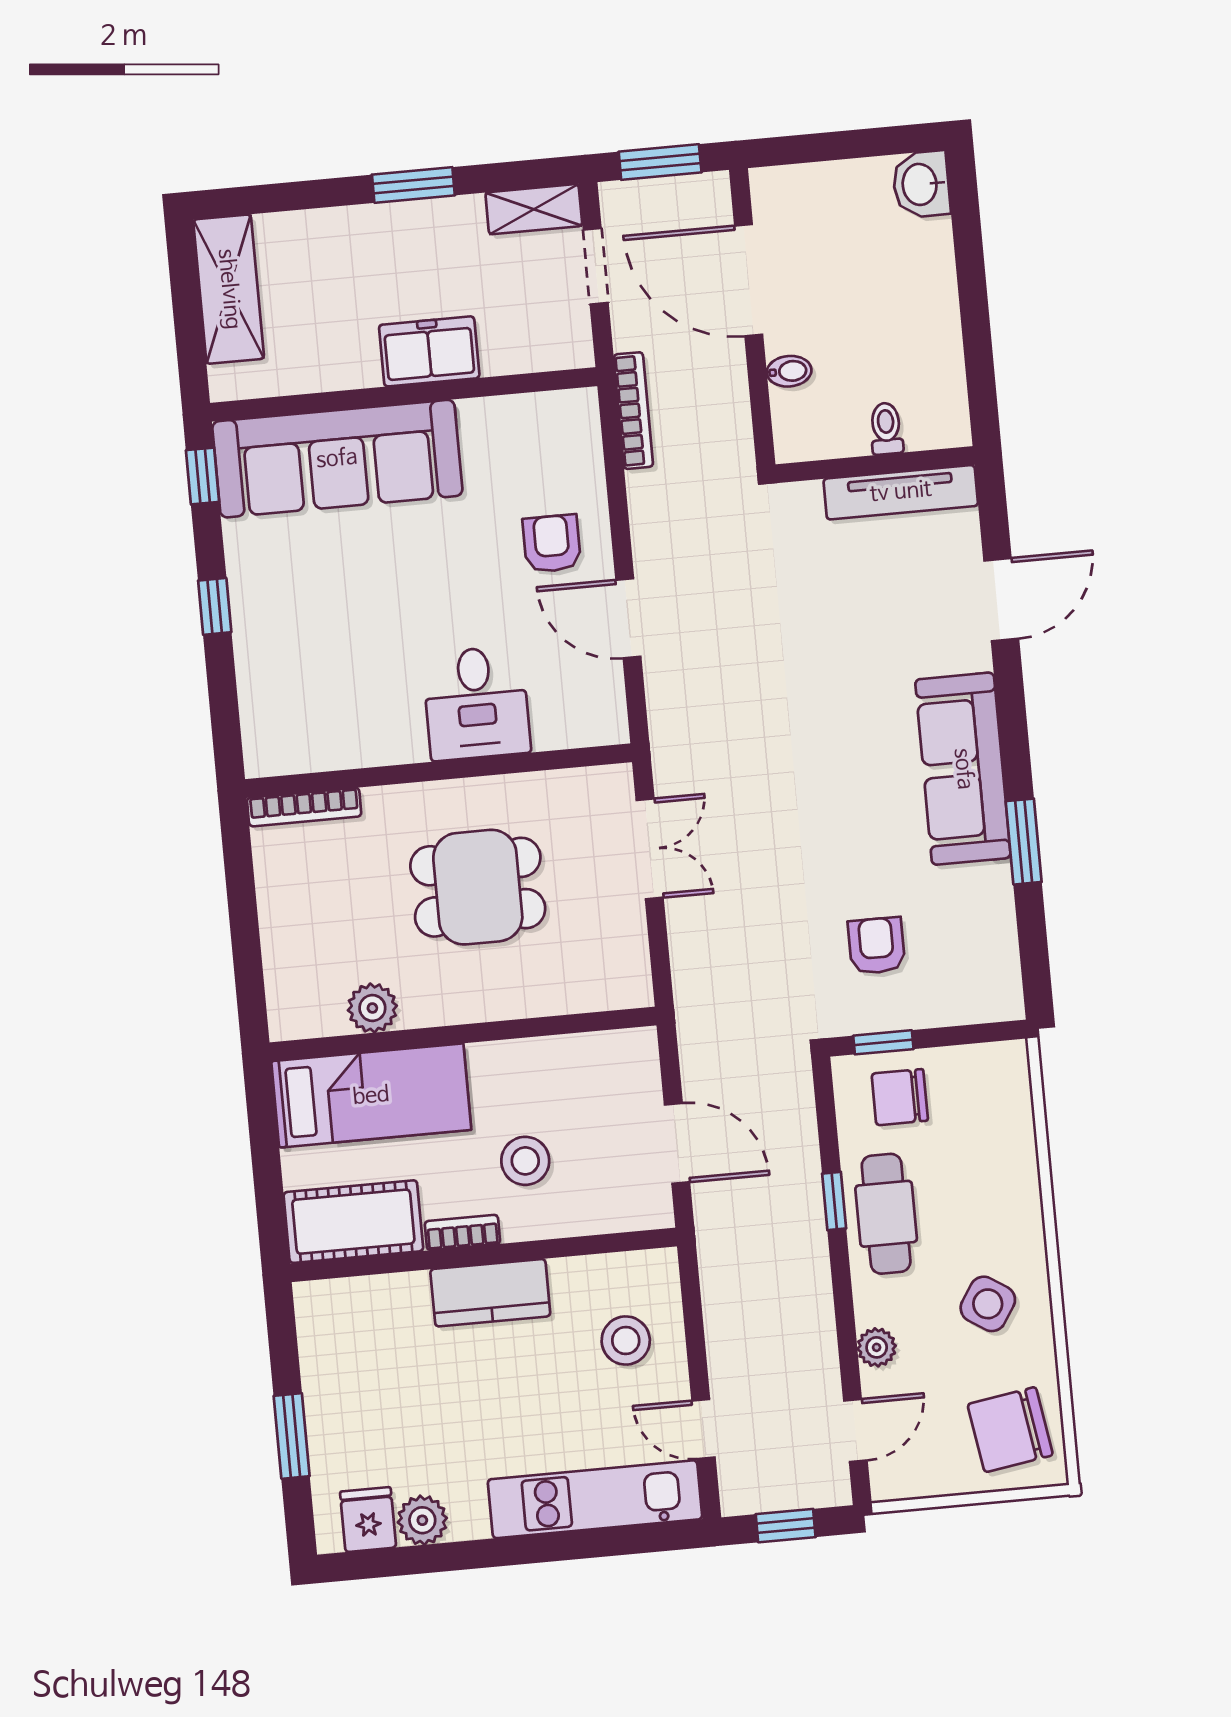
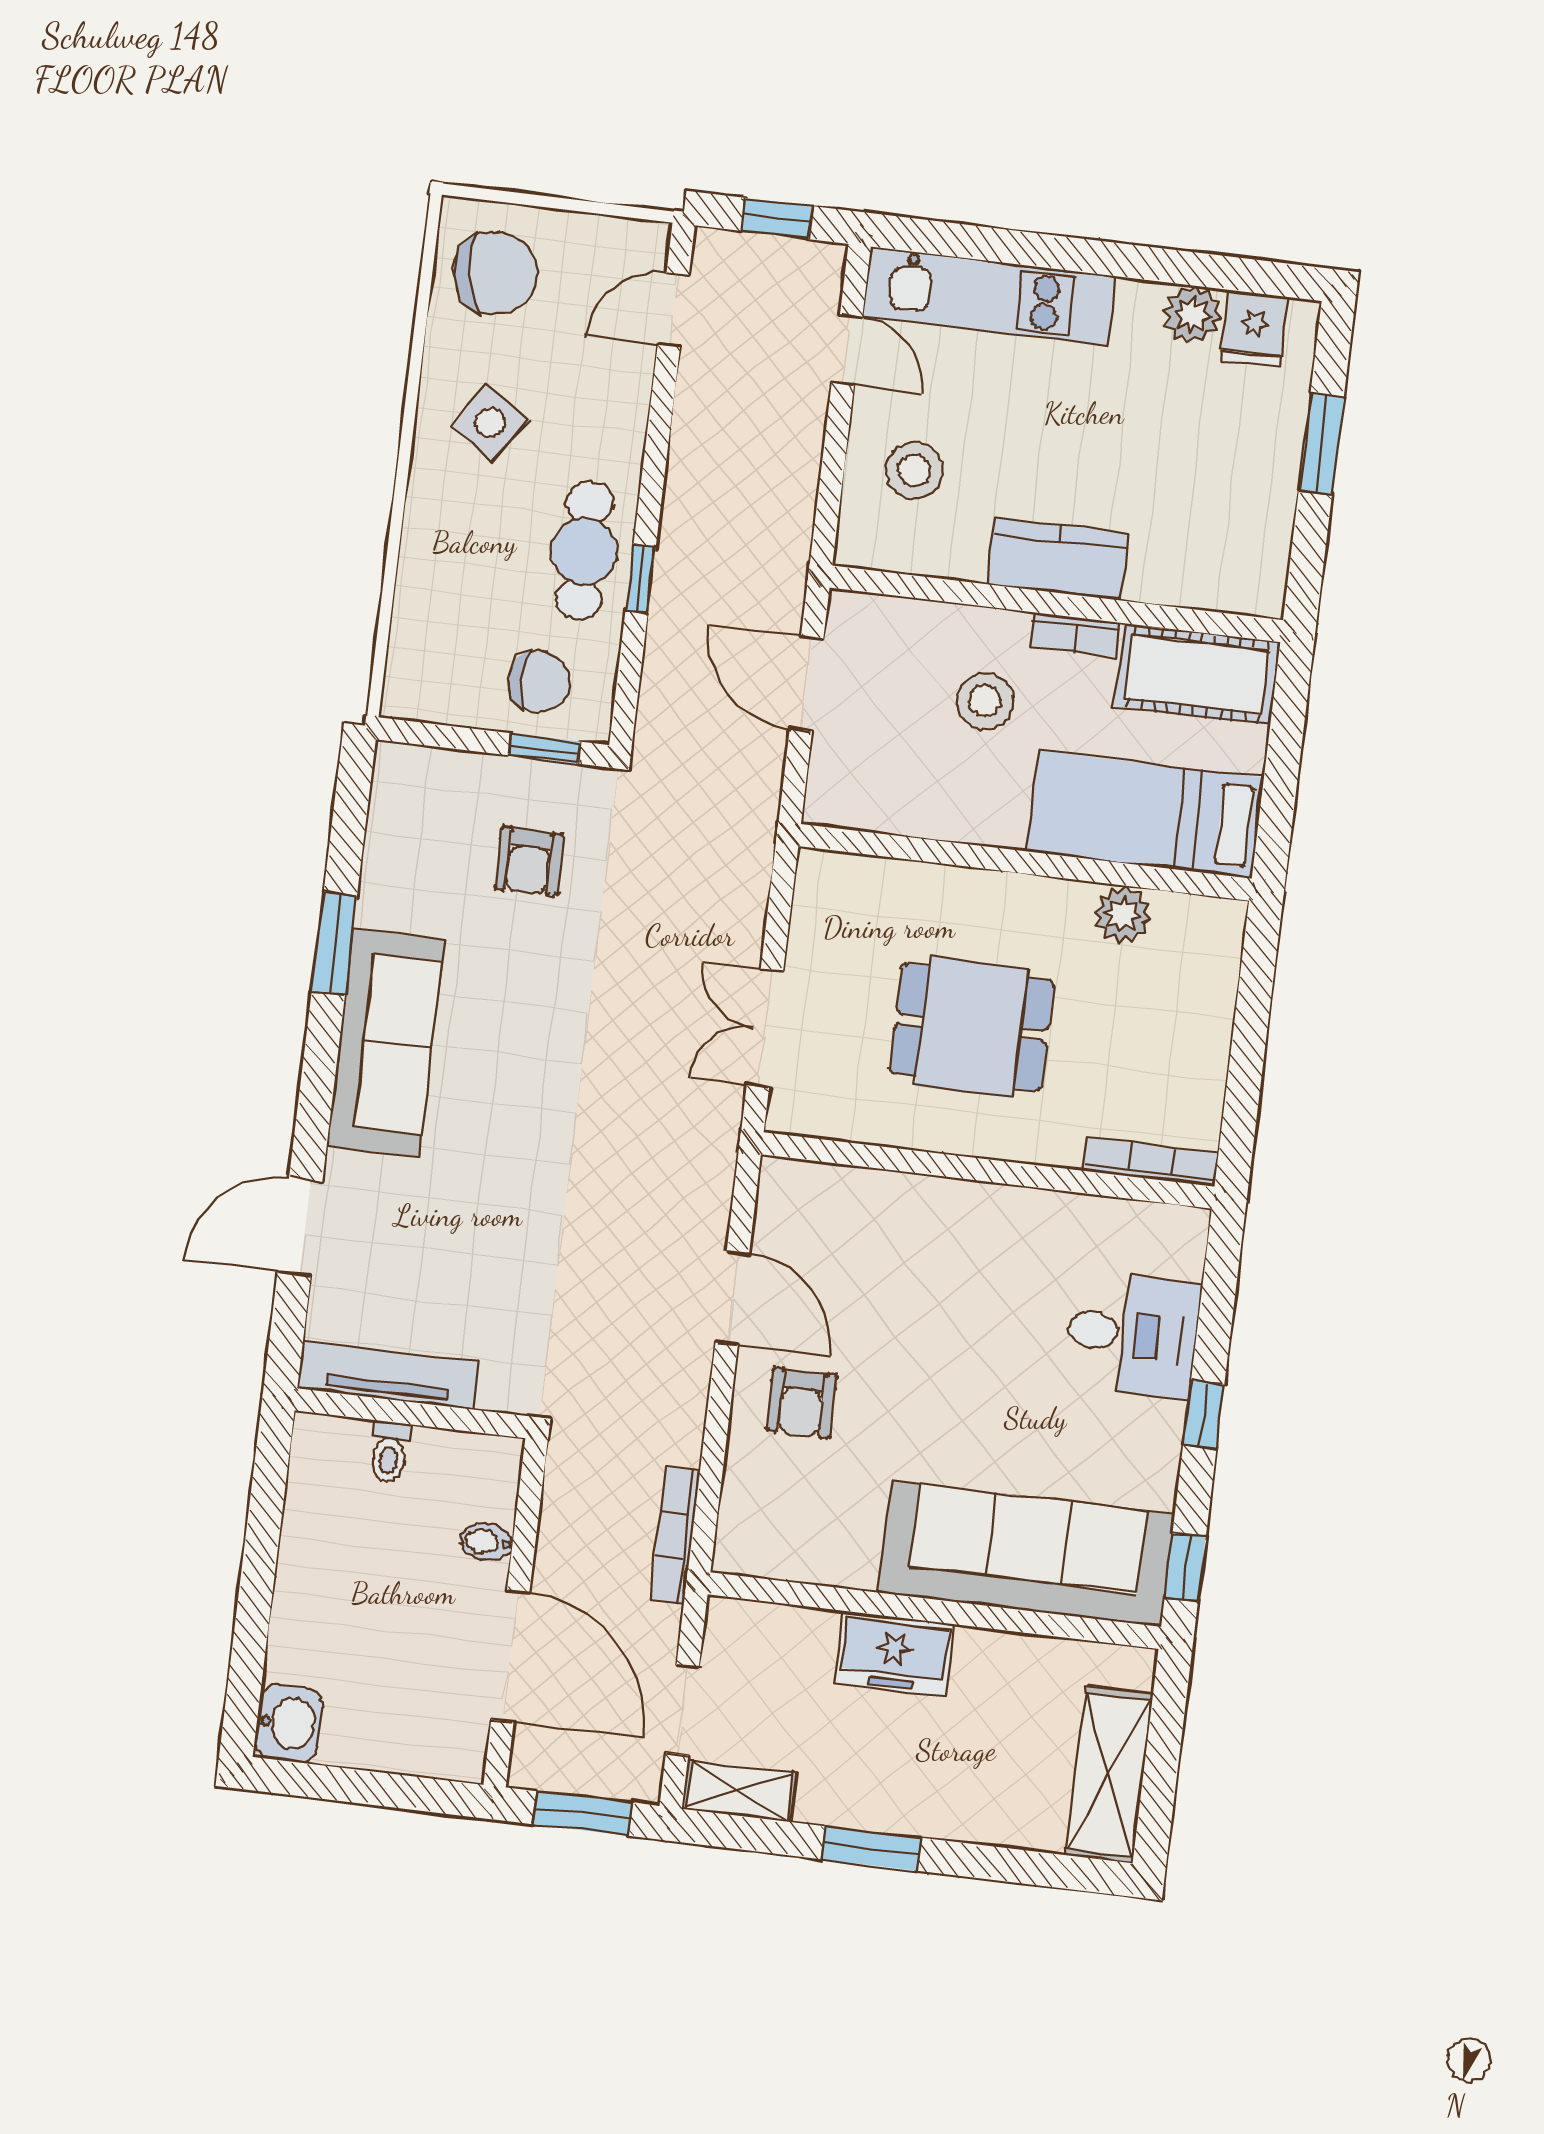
desk: (476, 703) -> (1132, 1335), moved, turned 90
plant: (877, 1347) -> (628, 400), removed

